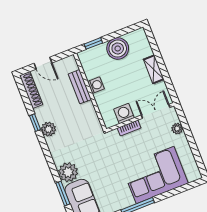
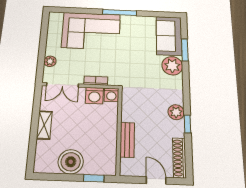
washing machine: (96, 85) -> (111, 95), moved, turned -90

